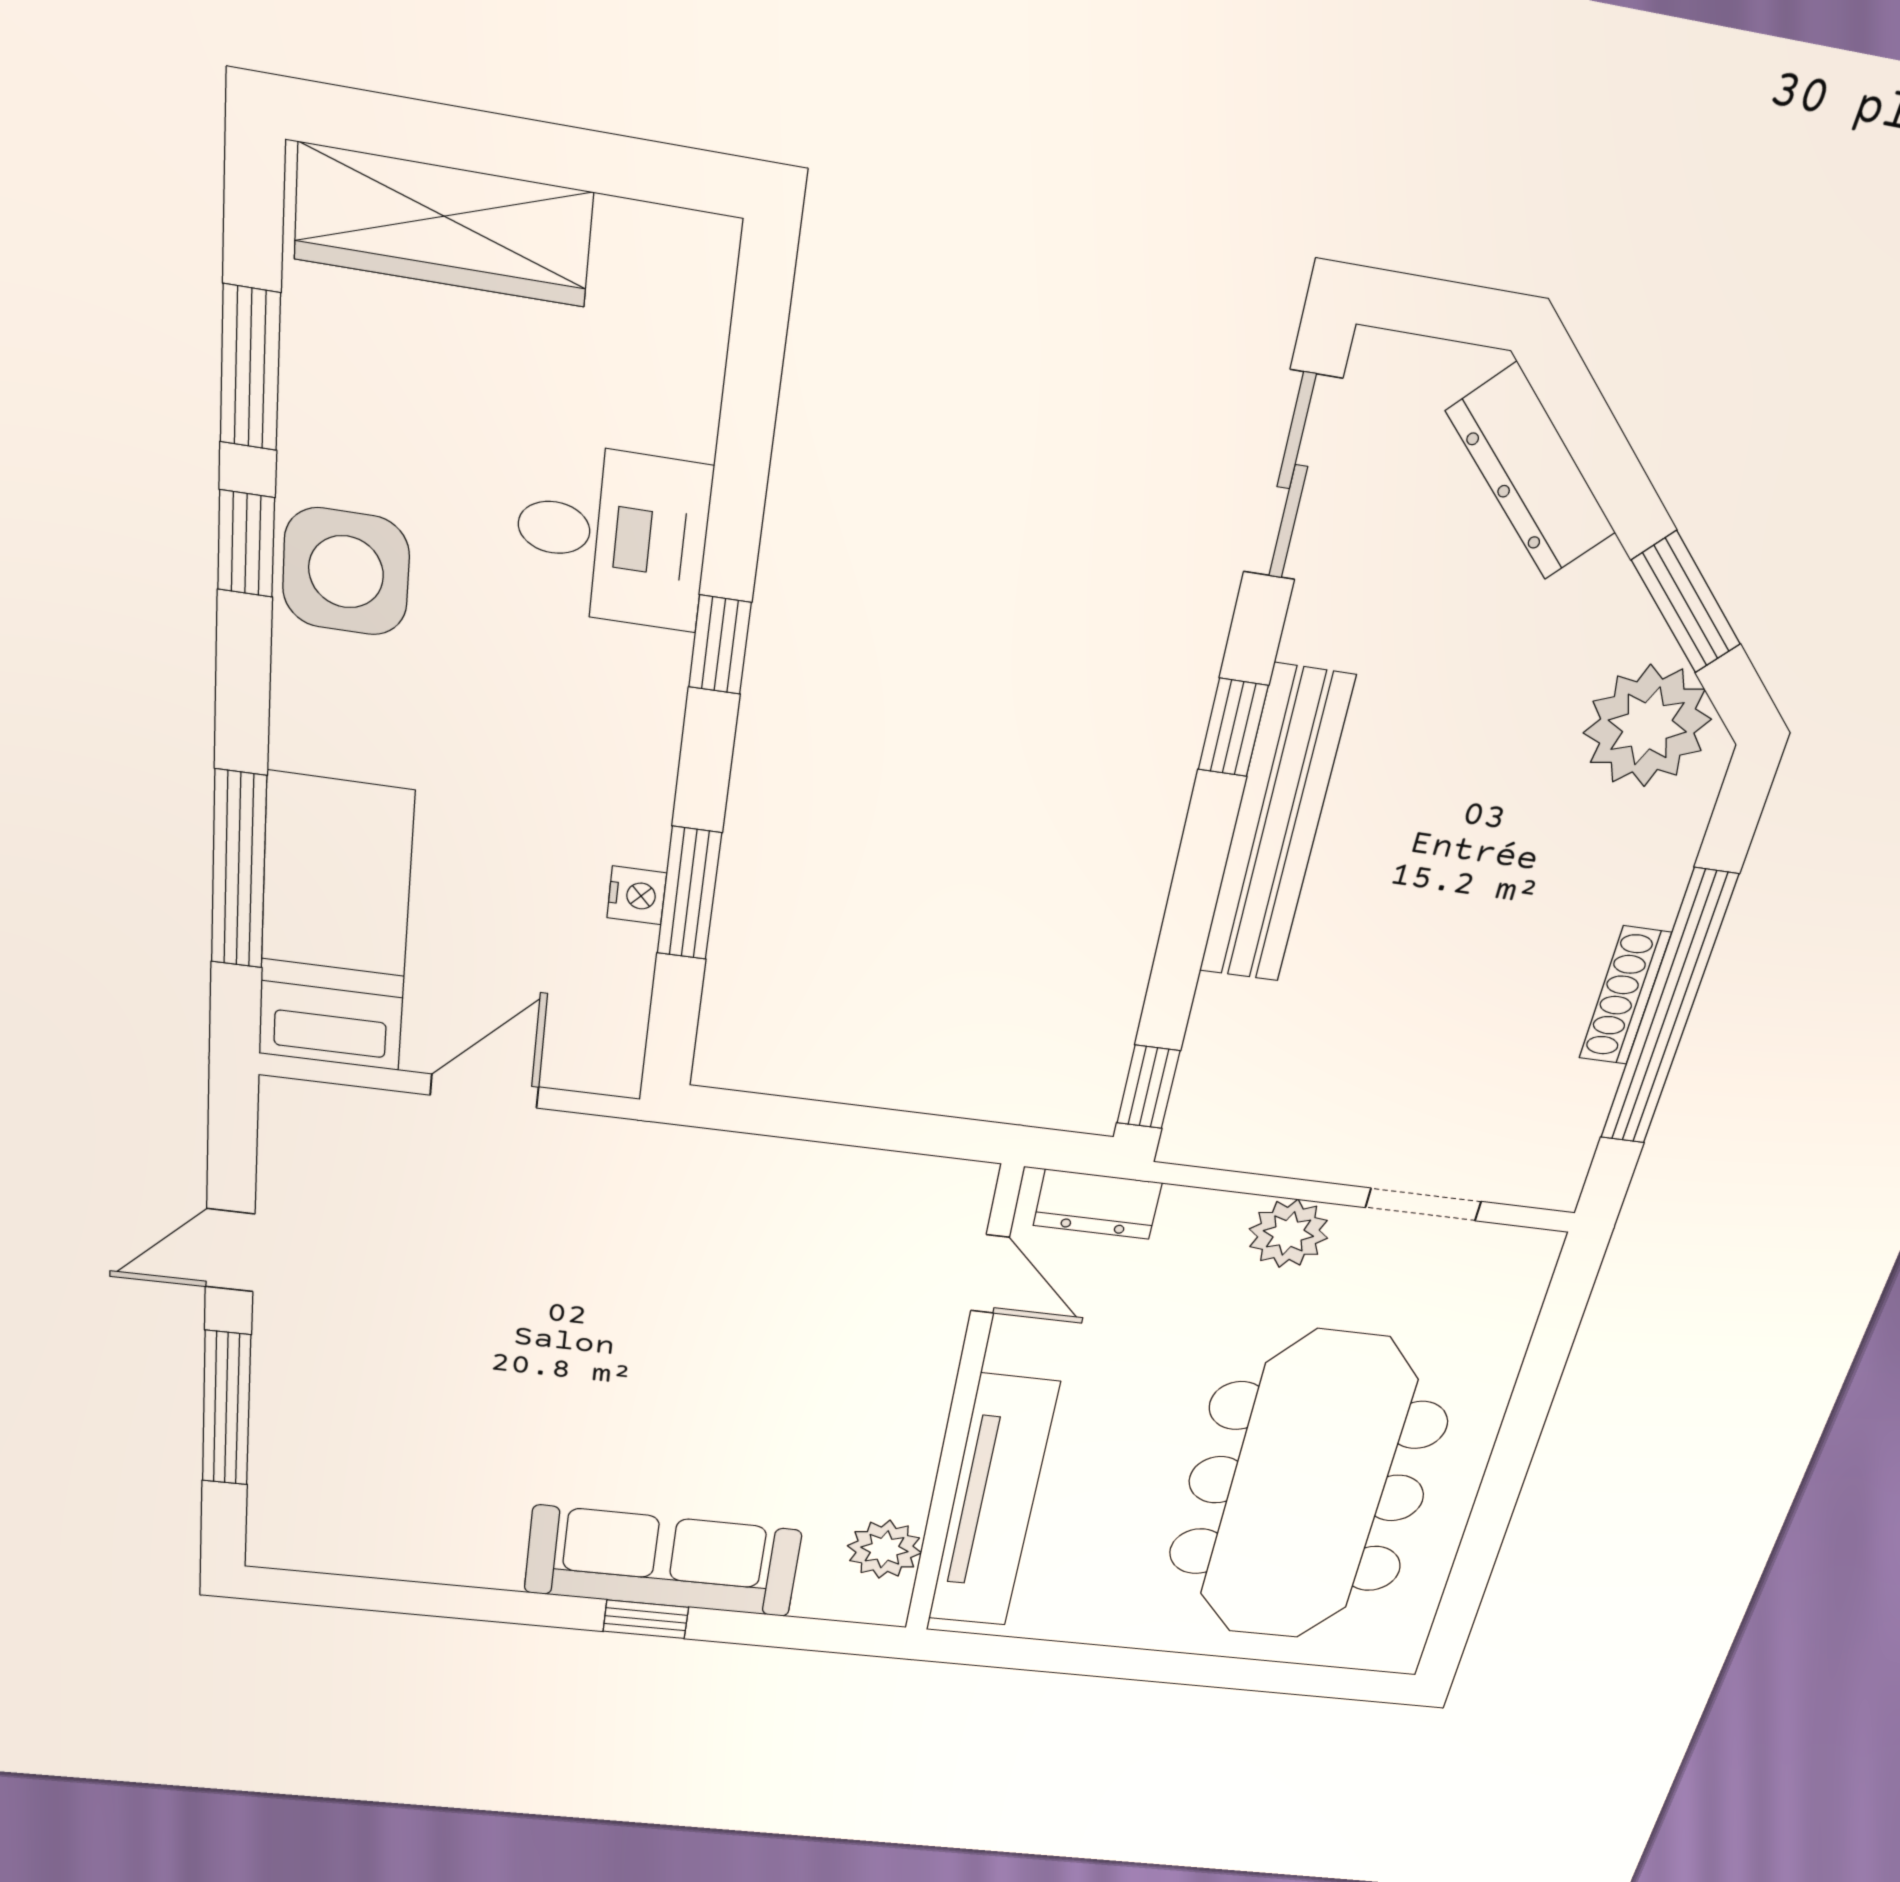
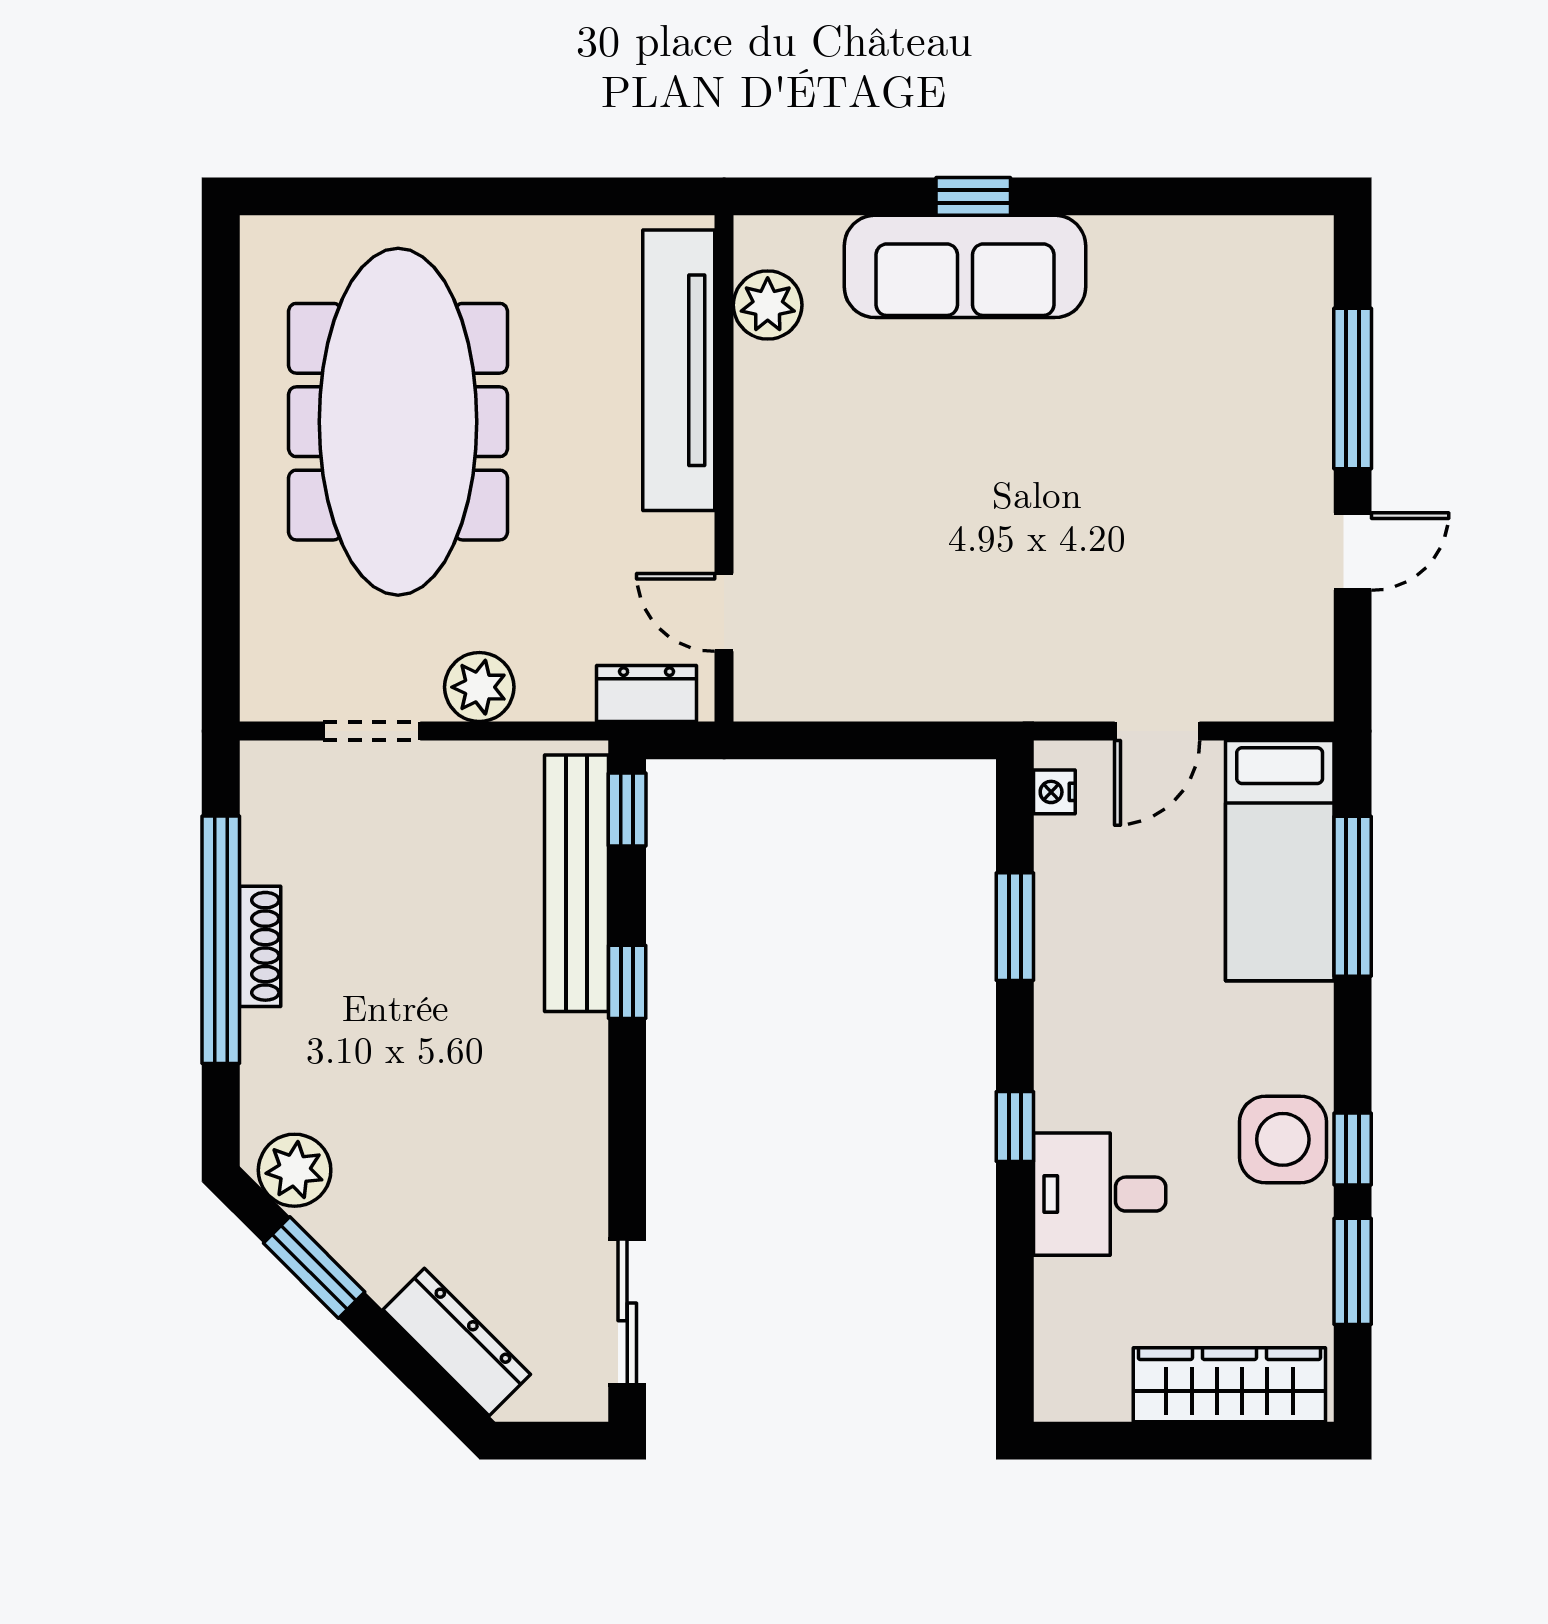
plant: (1647, 726) -> (295, 1170), width x0.73, depth x0.73
window: (1233, 728) -> (627, 982), moved
bench: (1276, 827) -> (576, 883), moved
nightstand: (637, 895) -> (1054, 792), moved

